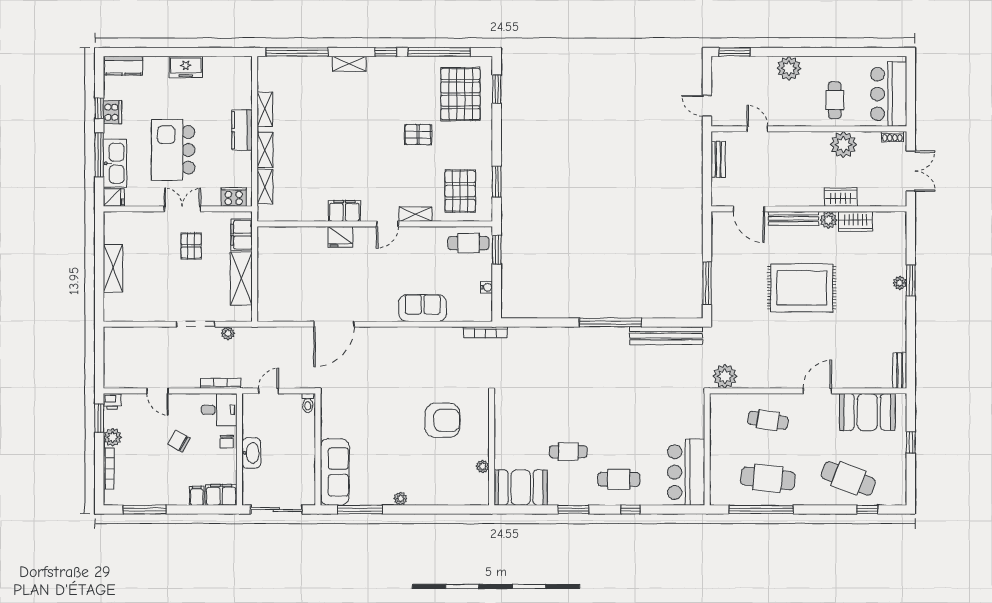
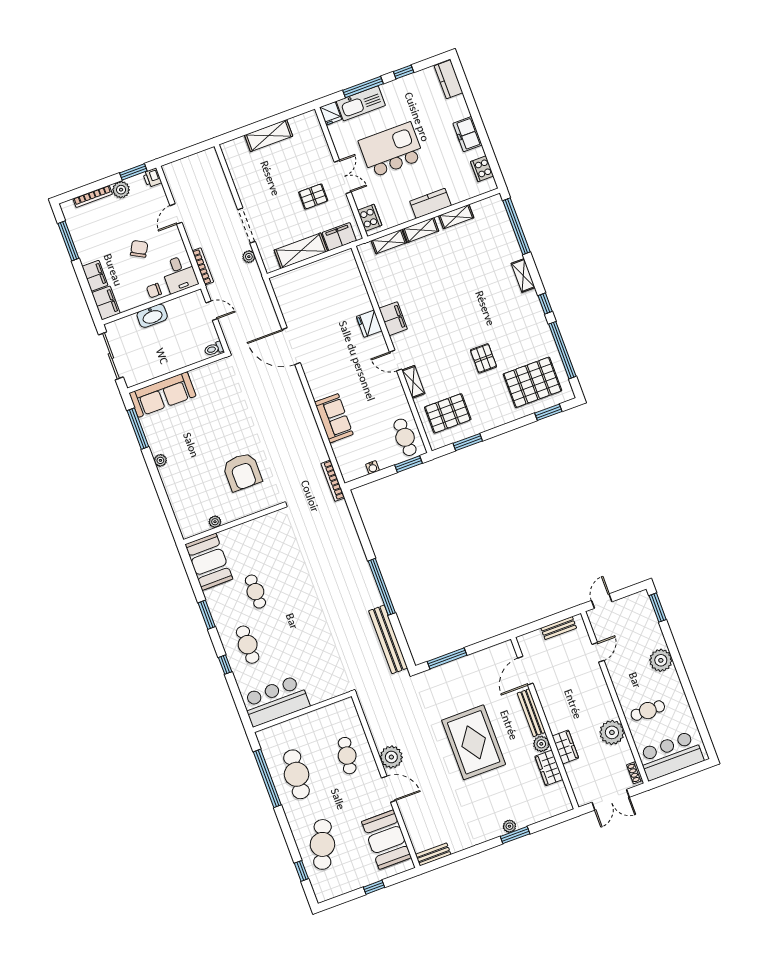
cooker: (112, 112) -> (482, 169), moved, turned 90
plant: (725, 376) -> (391, 757), moved
filing cabinet: (197, 496) -> (95, 276), width x2.00

